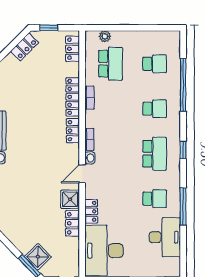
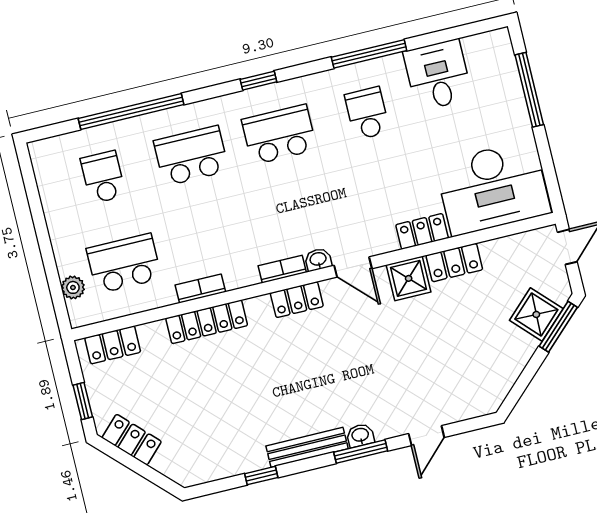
school desk: (155, 109) -> (191, 156), width x1.85
locker: (73, 131) -> (297, 300), moved
desk: (165, 237) -> (438, 75), width x0.73

